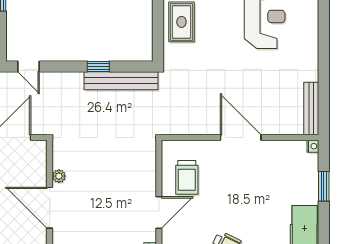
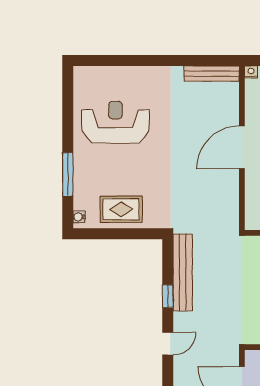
door: (29, 67) -> (168, 344), moved

